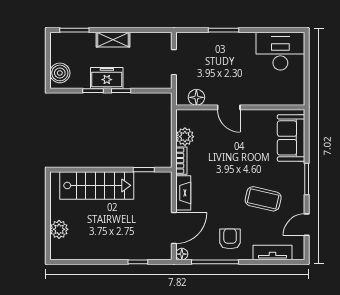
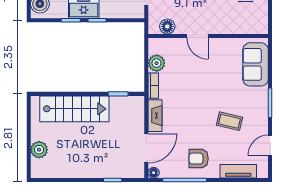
coffee table: (263, 199) -> (229, 121), width x0.73, depth x0.77
armchair: (230, 239) -> (199, 159), turned -90

